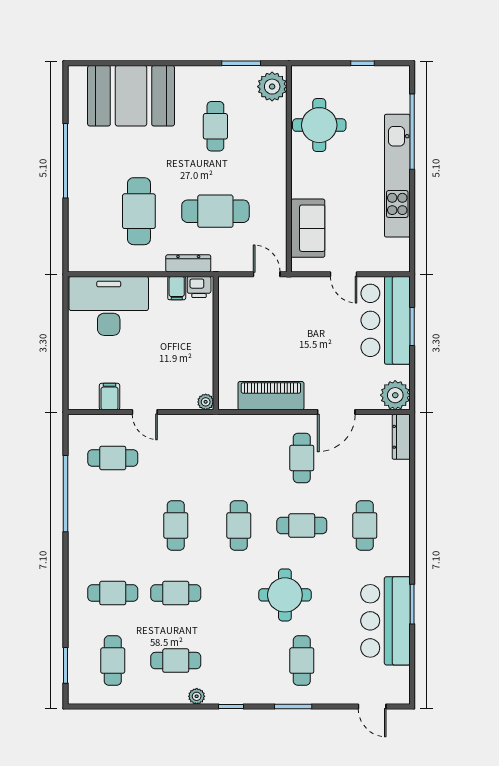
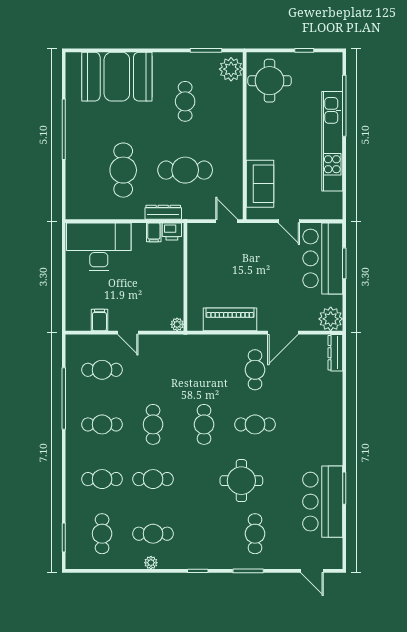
round table: (319, 125) -> (270, 81), moved
cafe table: (365, 526) -> (102, 424), moved, turned 90
plant: (197, 696) -> (151, 563), moved

